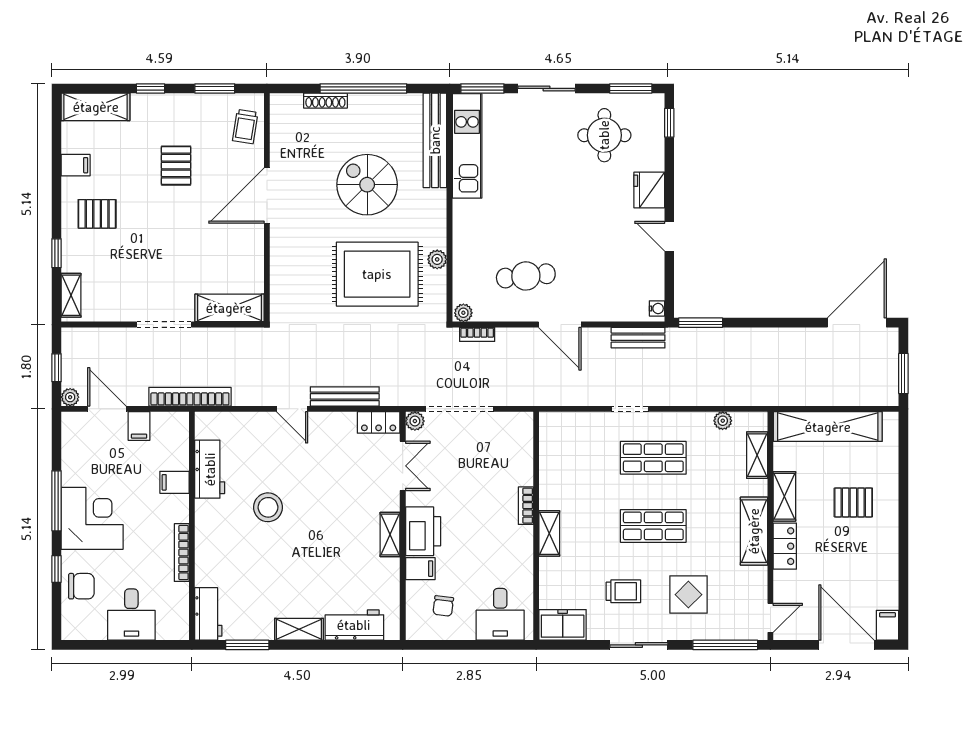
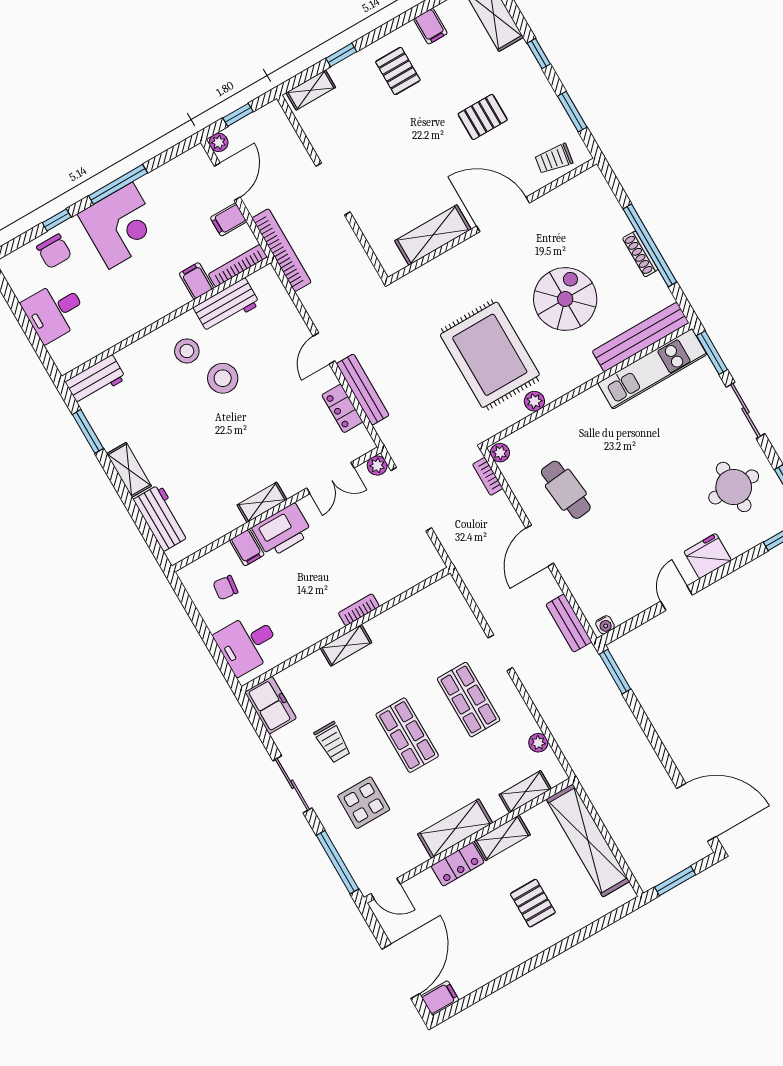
shoe rack: (325, 101) -> (640, 254), moved
shelving: (229, 308) -> (433, 235), moved, turned 90
locker: (379, 422) -> (342, 408), moved
stool: (228, 524) -> (187, 351), added
bookcase: (182, 553) -> (238, 266), moved

